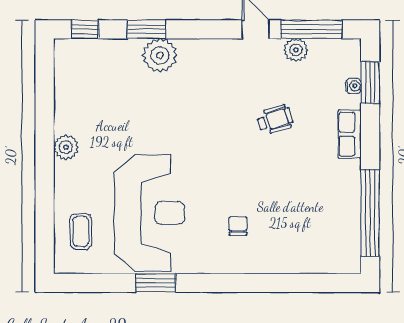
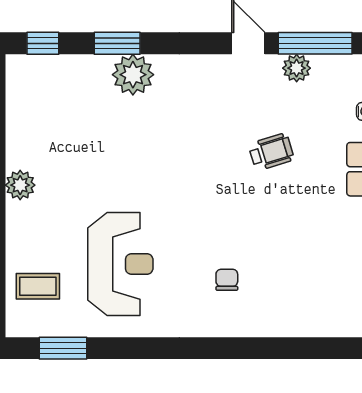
reception desk: (149, 213) -> (120, 264), width x0.74, depth x0.77
coffee table: (81, 231) -> (38, 286), turned 90
window: (156, 283) -> (63, 348), moved

